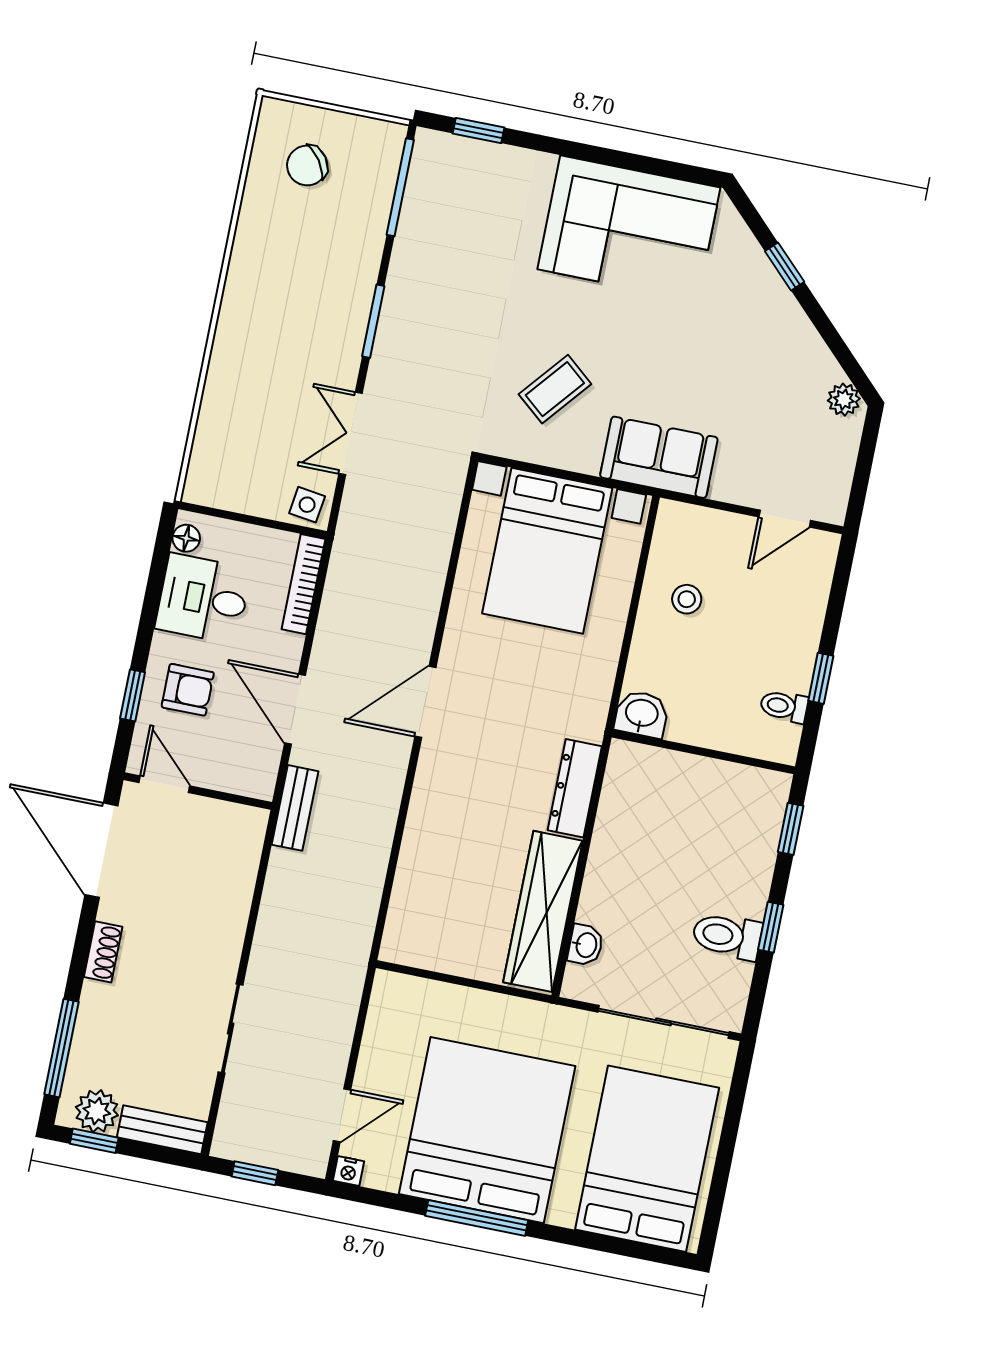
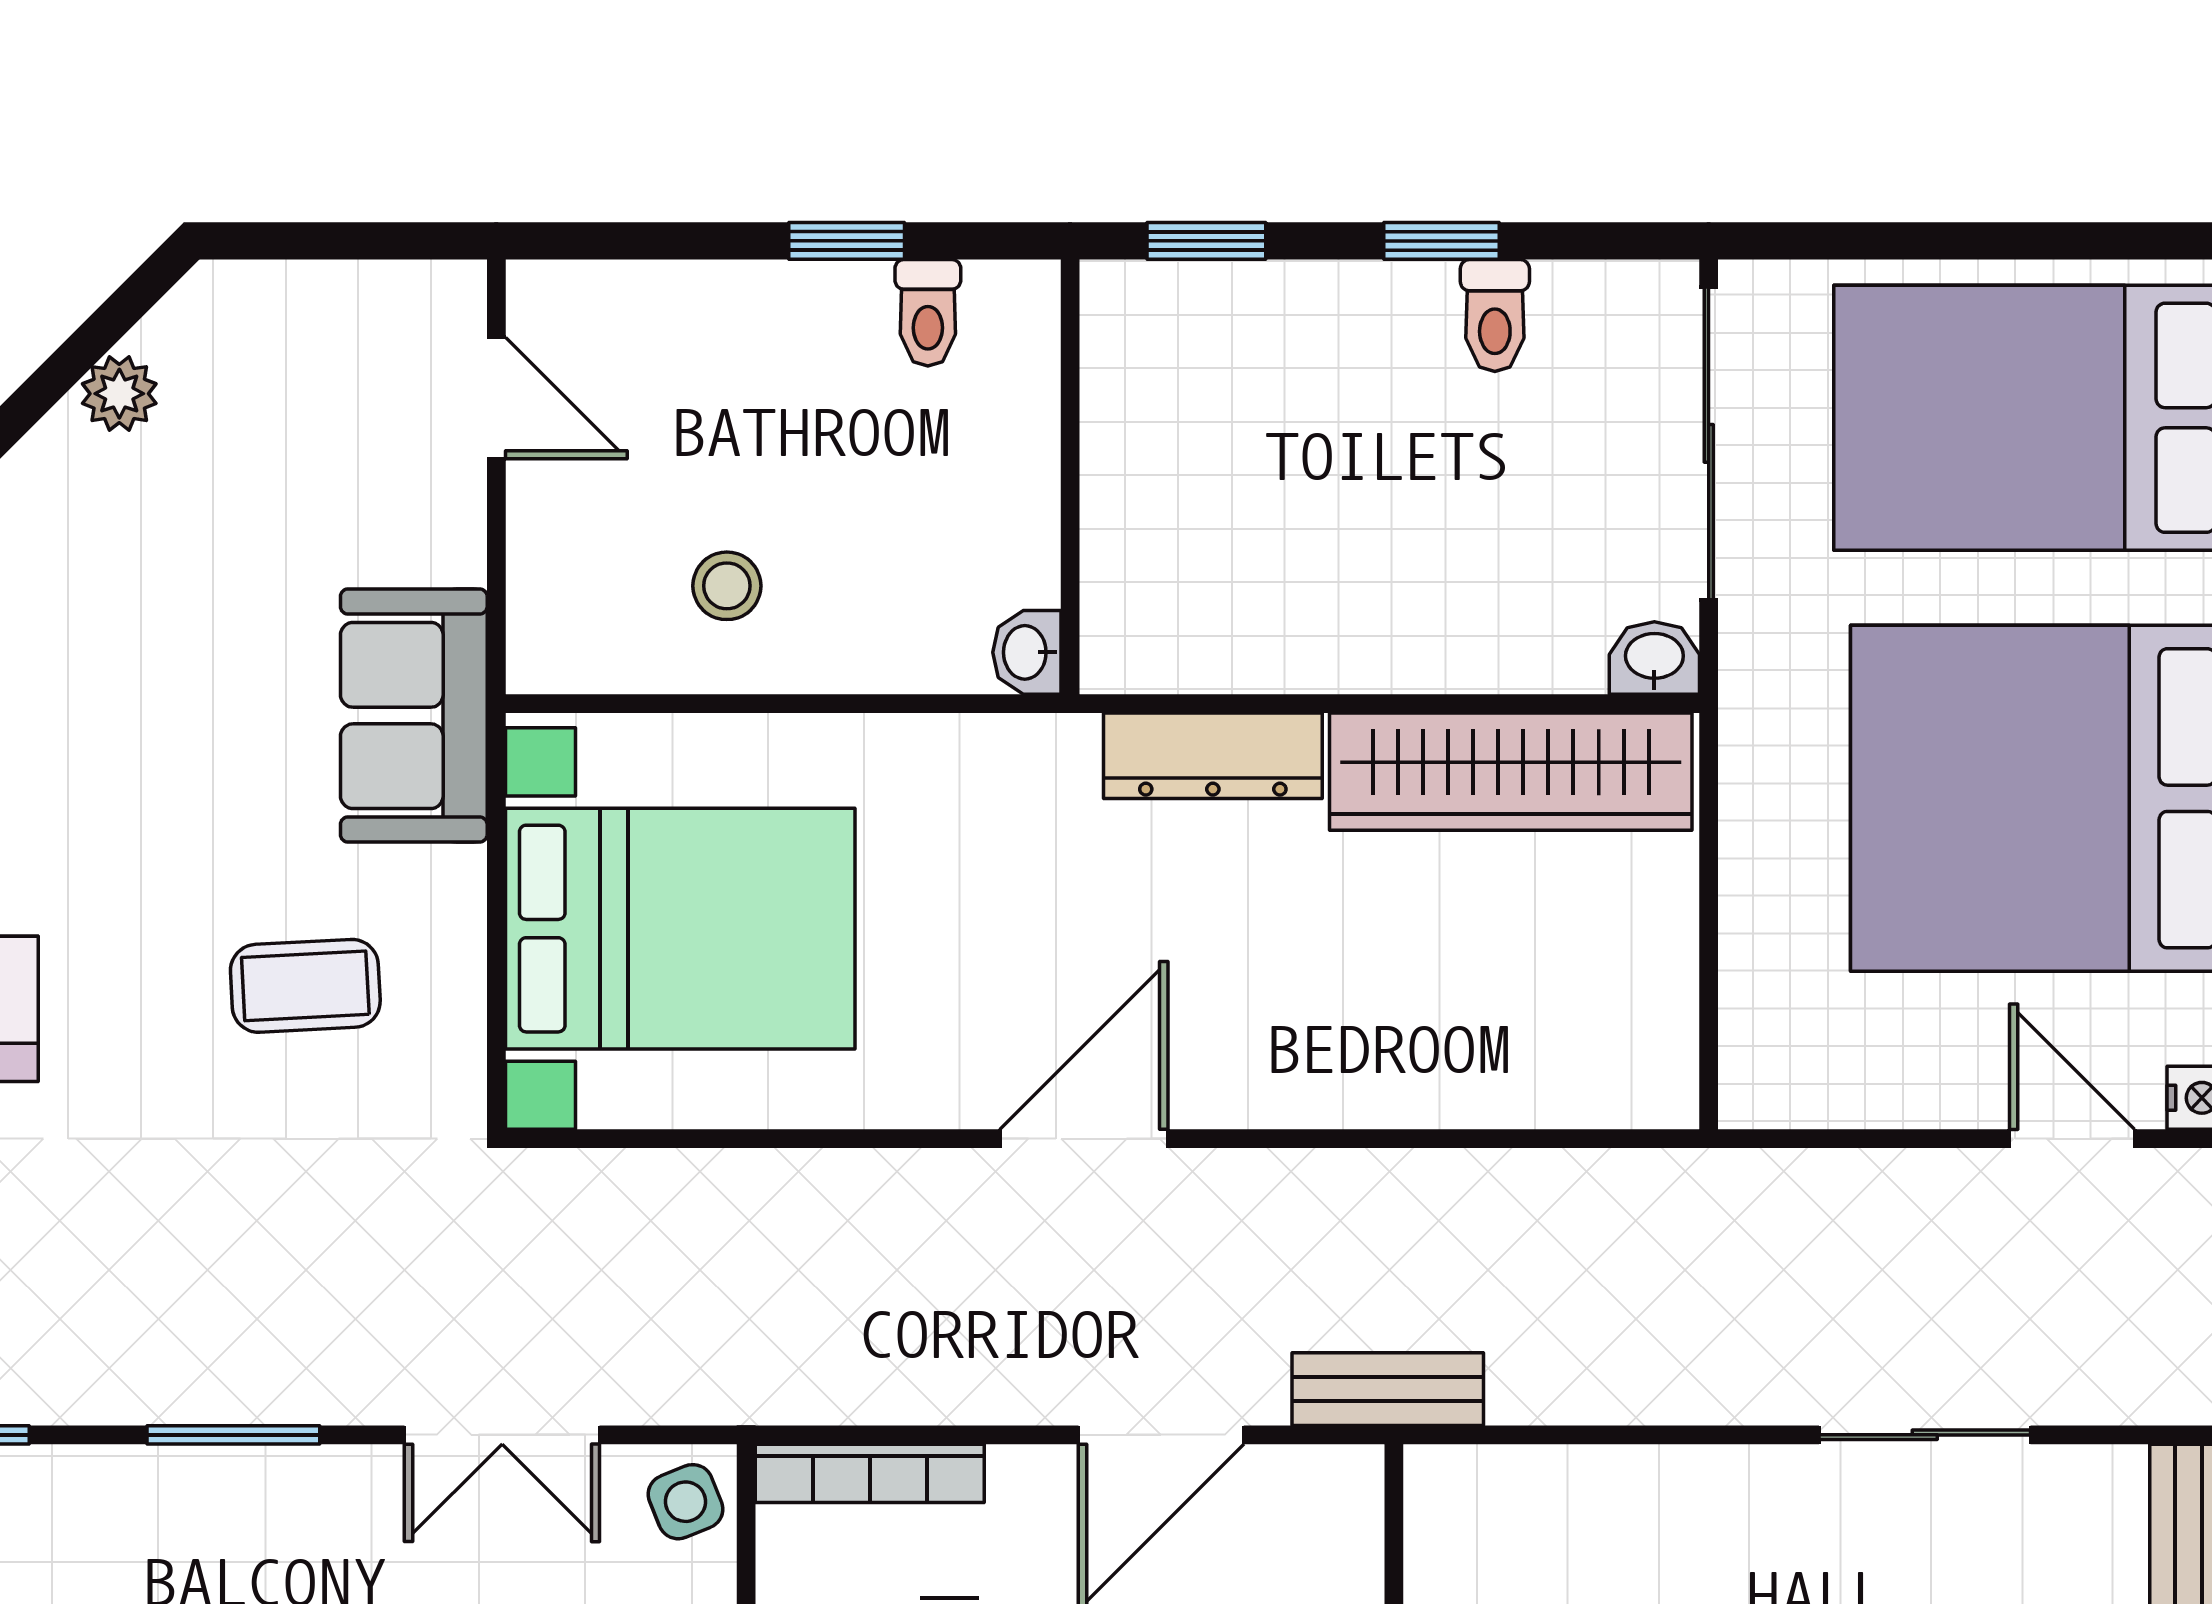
coffee table: (555, 389) -> (305, 986), turned -43
plant: (844, 400) -> (119, 394), moved
side table: (307, 505) -> (686, 1502), turned -30
door: (425, 702) -> (1084, 1139), swing flipped
washbasin: (642, 714) -> (1027, 652), width x0.72, depth x0.69
toilet: (727, 936) -> (1495, 316), width x0.73, depth x0.72
washbasin: (586, 945) -> (1654, 658), moved

